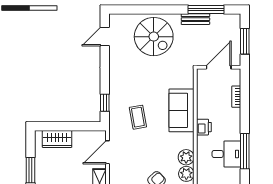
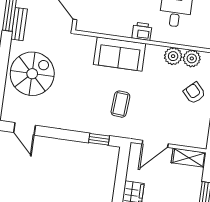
coffee table: (138, 117) -> (120, 104), turned -76
door: (107, 152) -> (155, 144), hinge flipped

